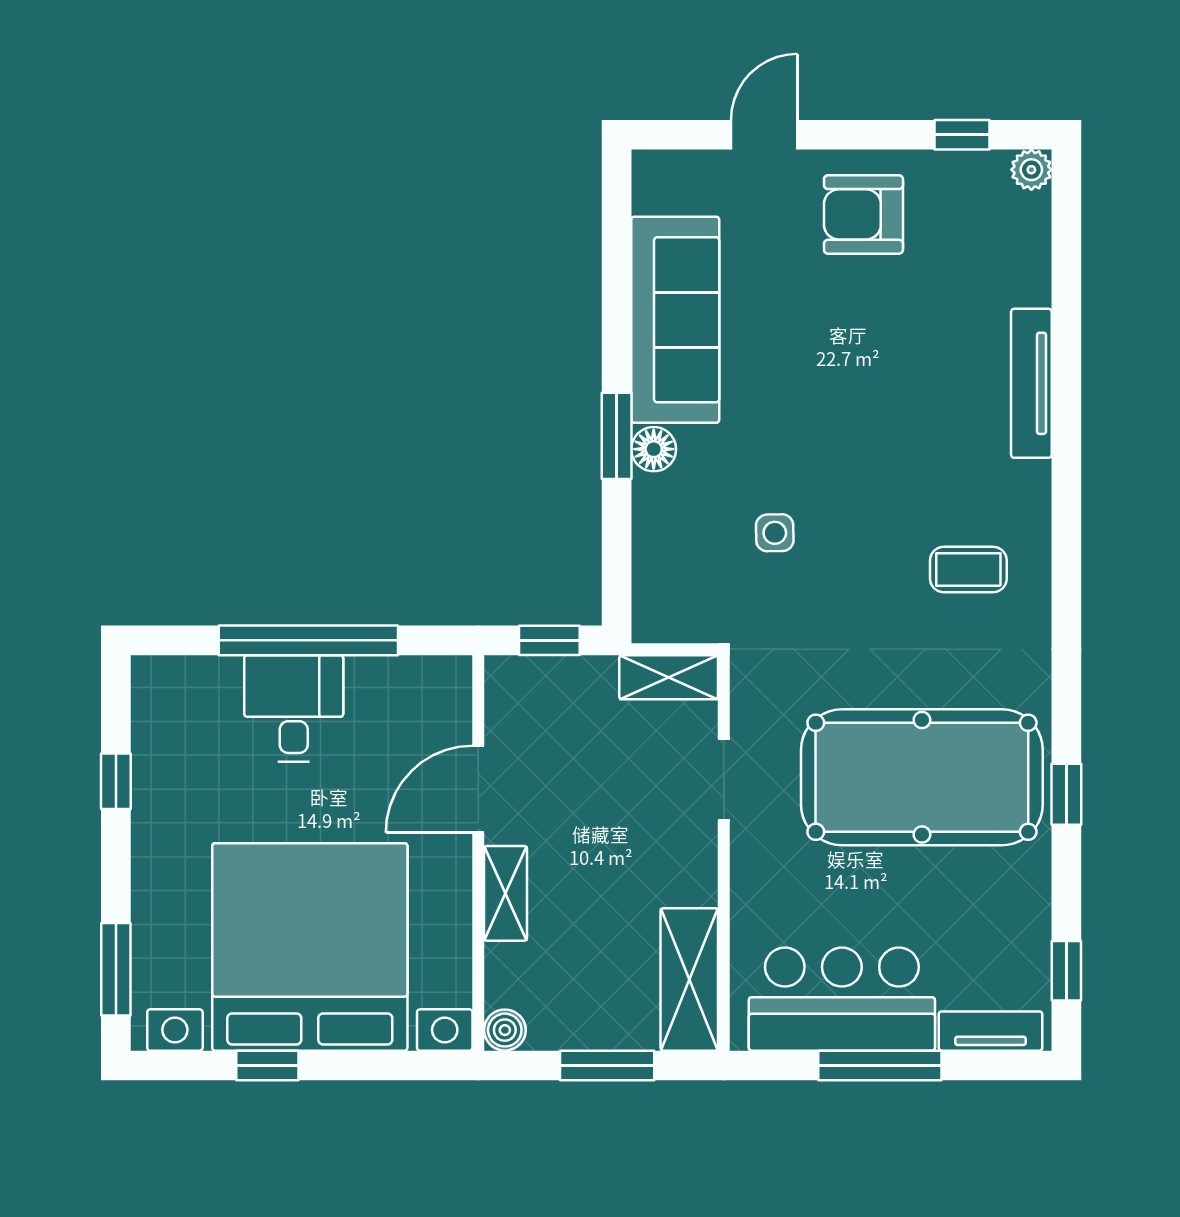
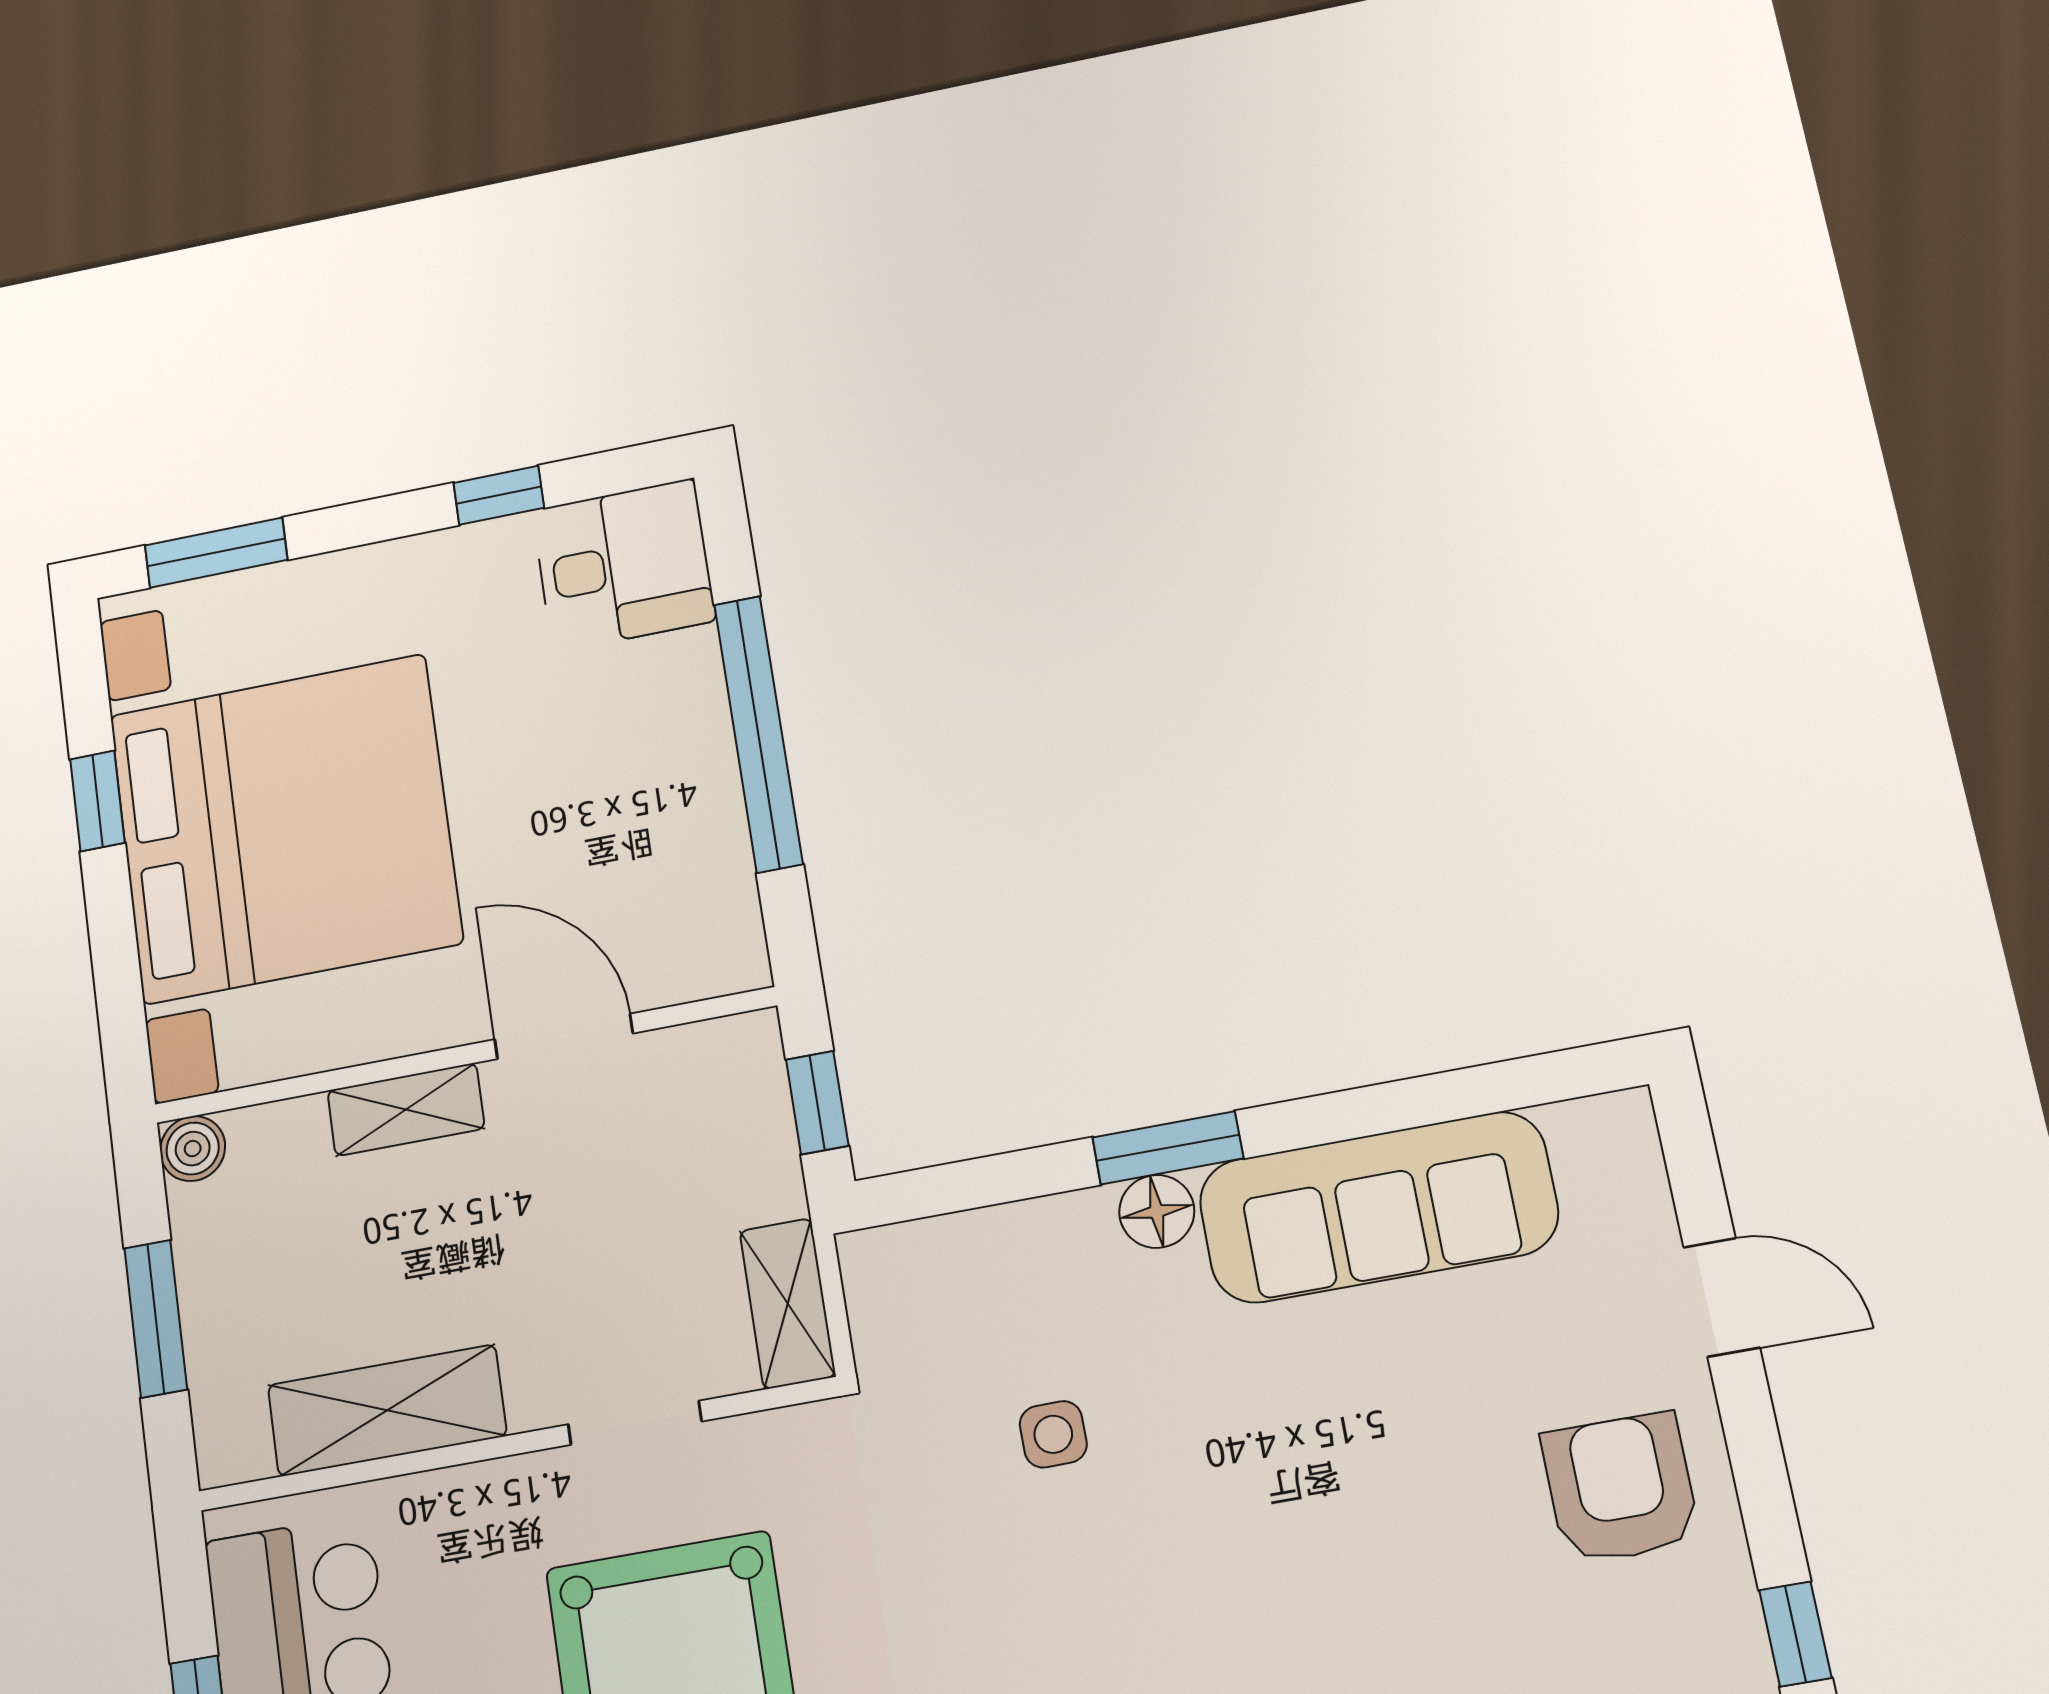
desk: (294, 708) -> (624, 565), moved
shelving: (689, 979) -> (387, 1410), moved

